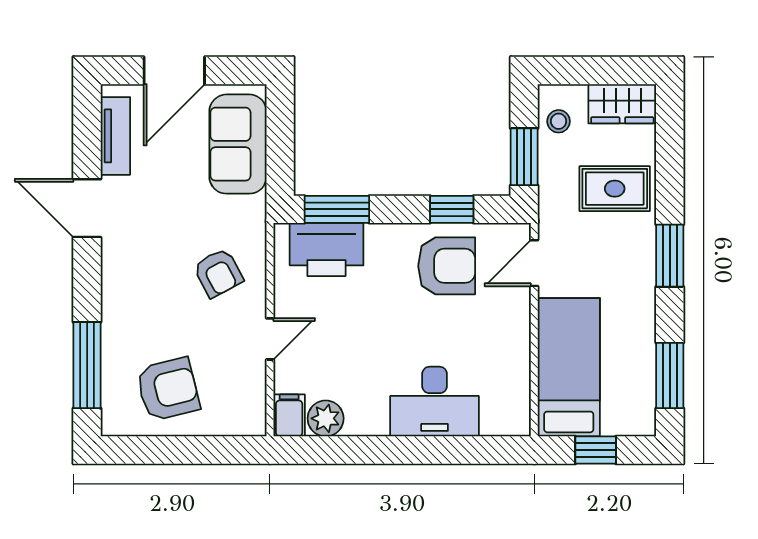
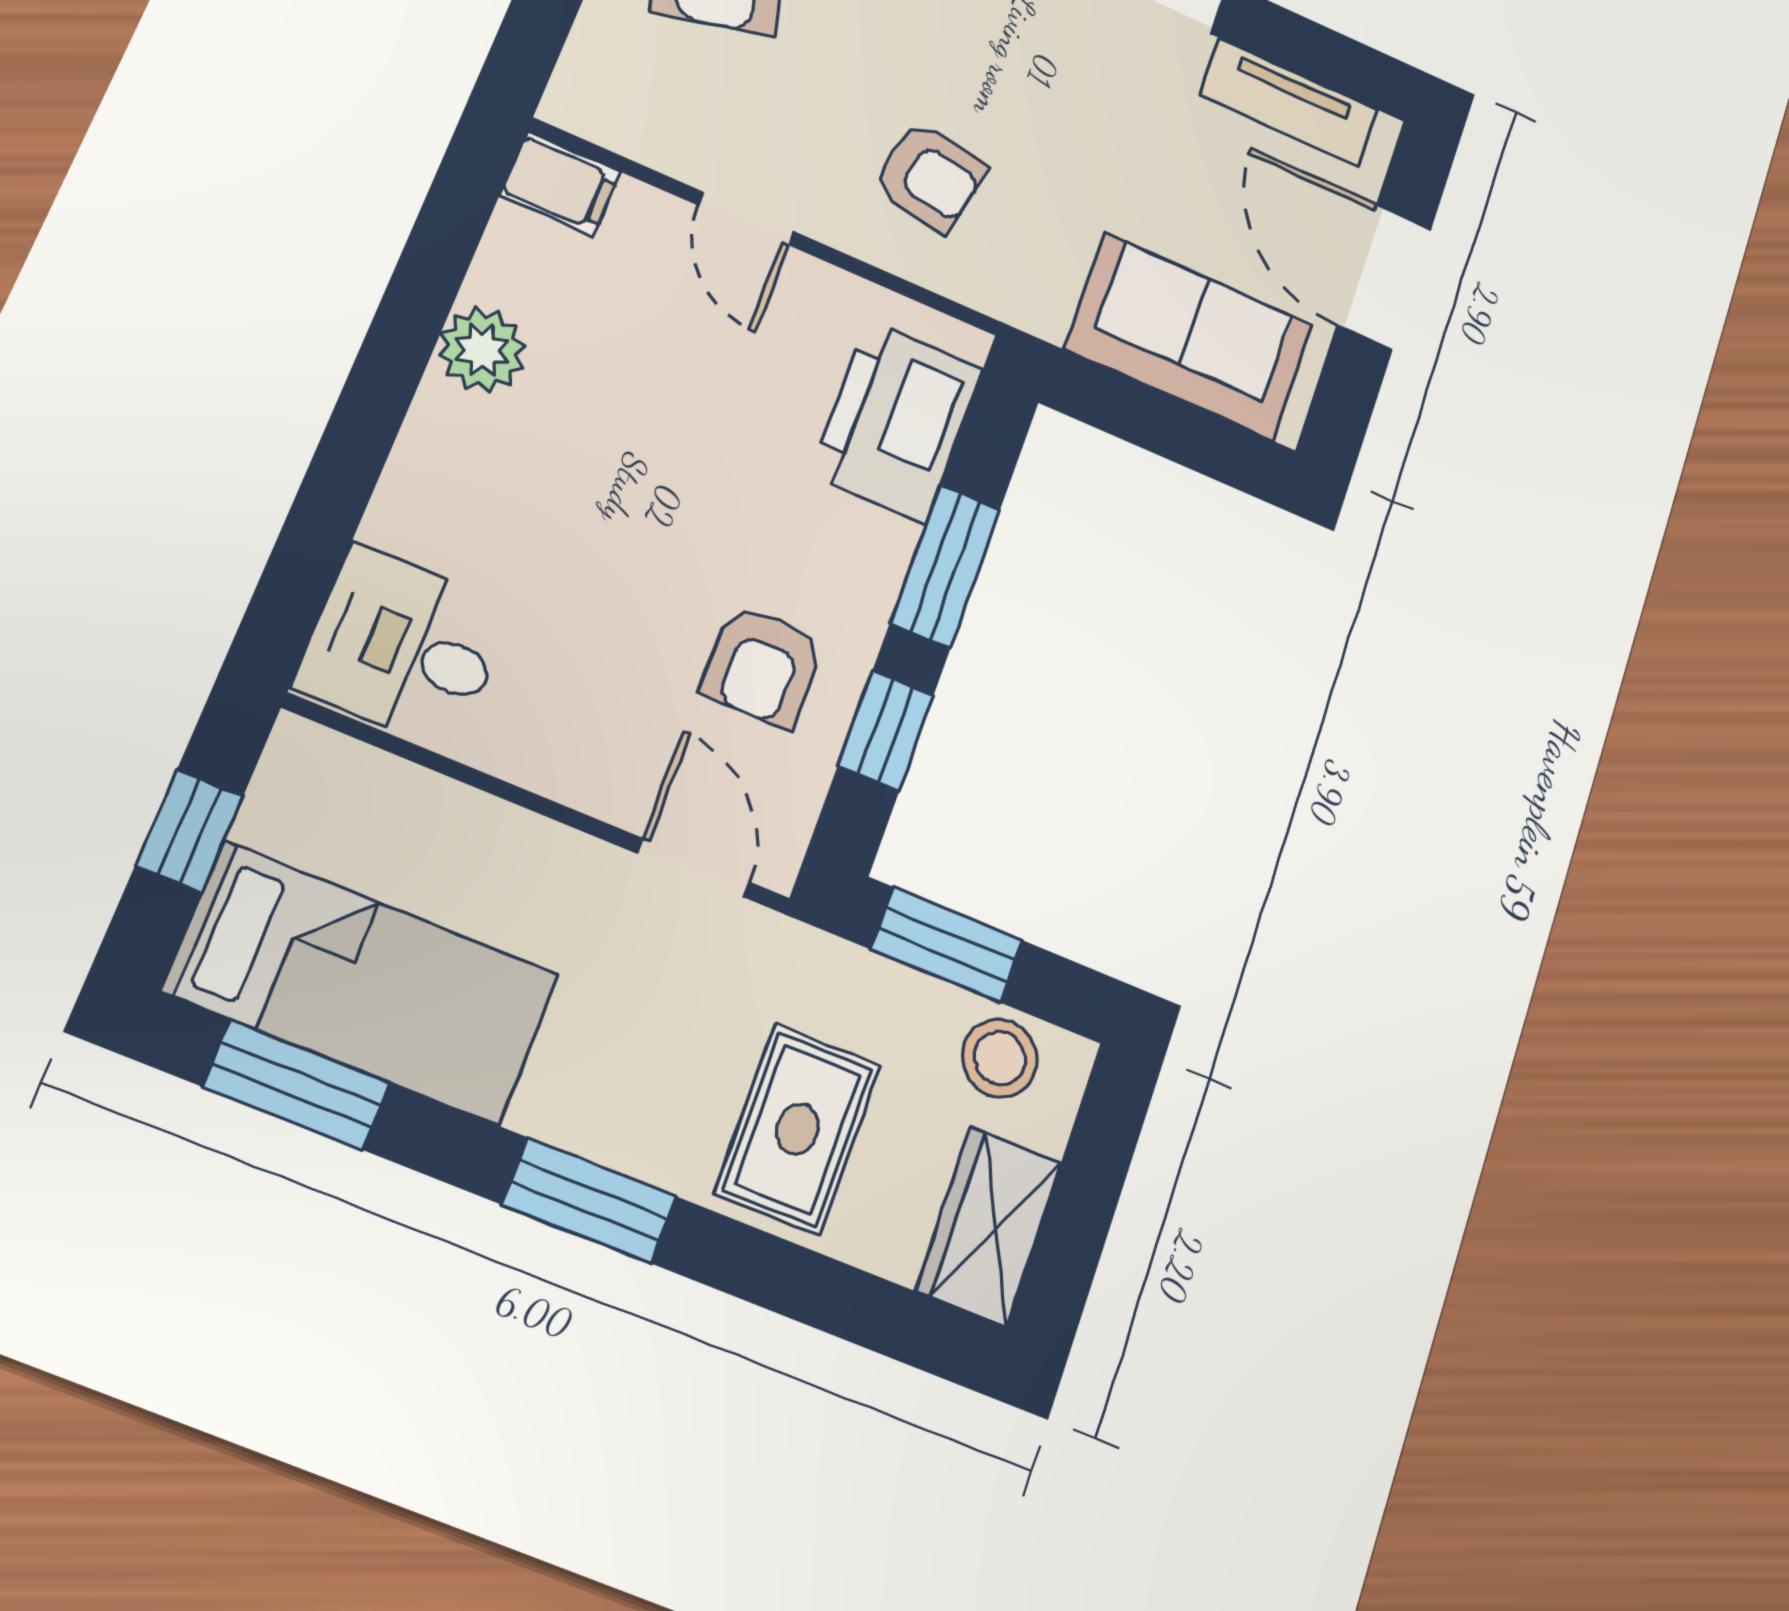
stool: (559, 121) -> (1000, 1058), width x1.37, depth x1.37
window: (337, 209) -> (945, 566), moved
armchair: (447, 266) -> (763, 666), width x0.72, depth x0.72
armchair: (218, 273) -> (930, 176), turned -141
bed: (569, 367) -> (362, 983), moved
desk: (435, 402) -> (404, 648), moved, width x0.73
plant: (326, 418) -> (482, 350), moved

